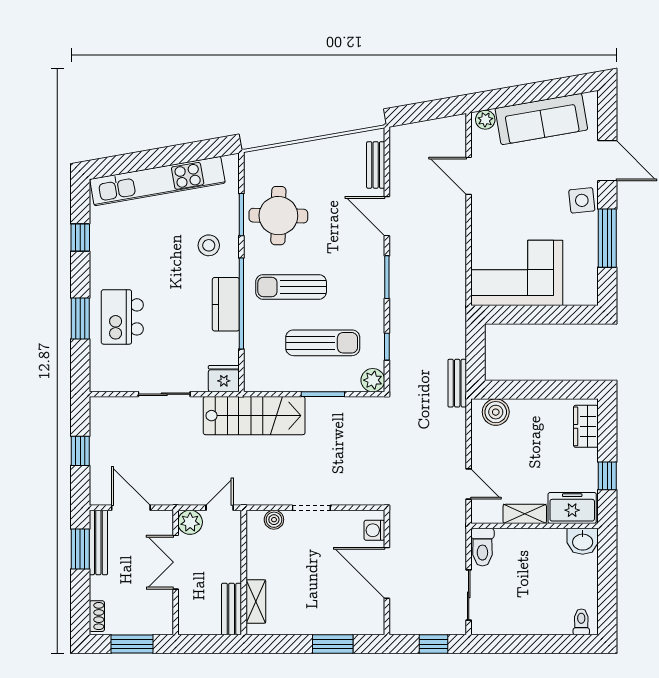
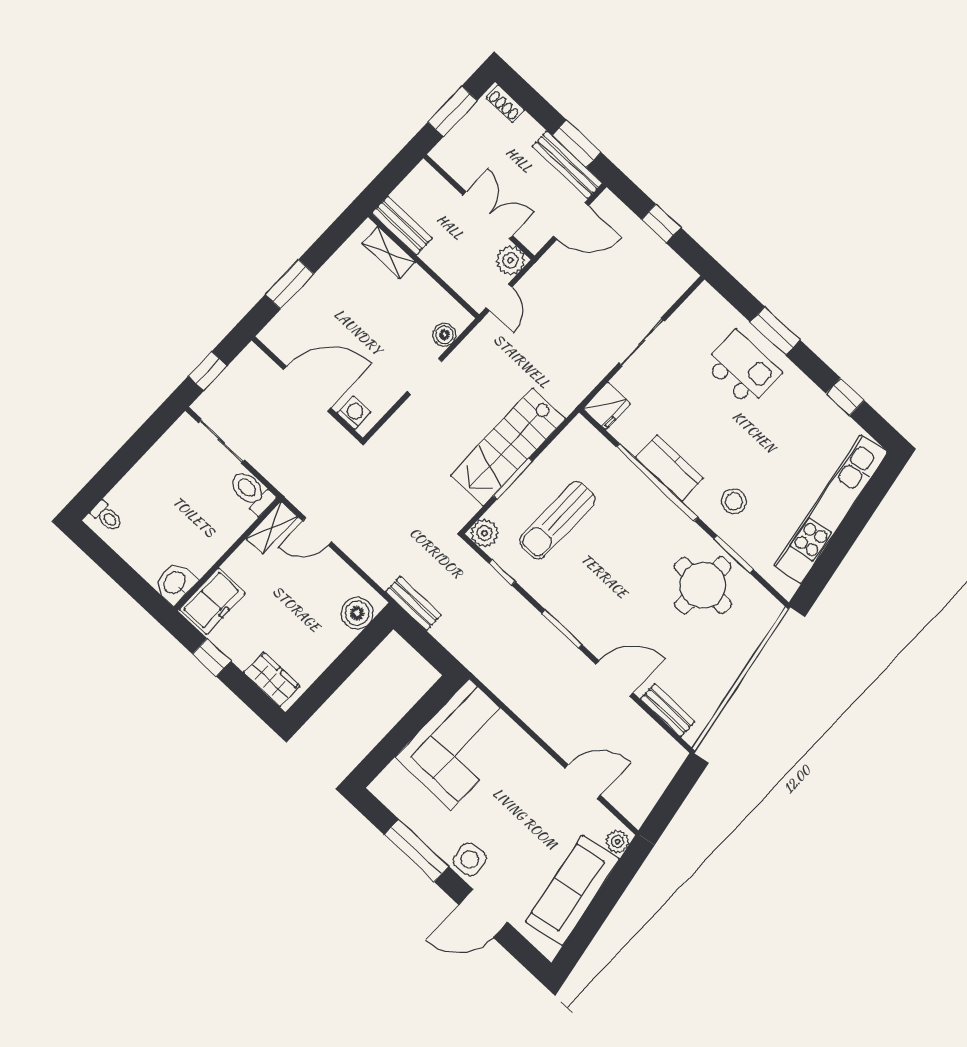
sun lounger: (291, 287) -> (631, 538), removed
stairs: (254, 416) -> (508, 447), moved
shelving: (525, 514) -> (272, 528), moved

